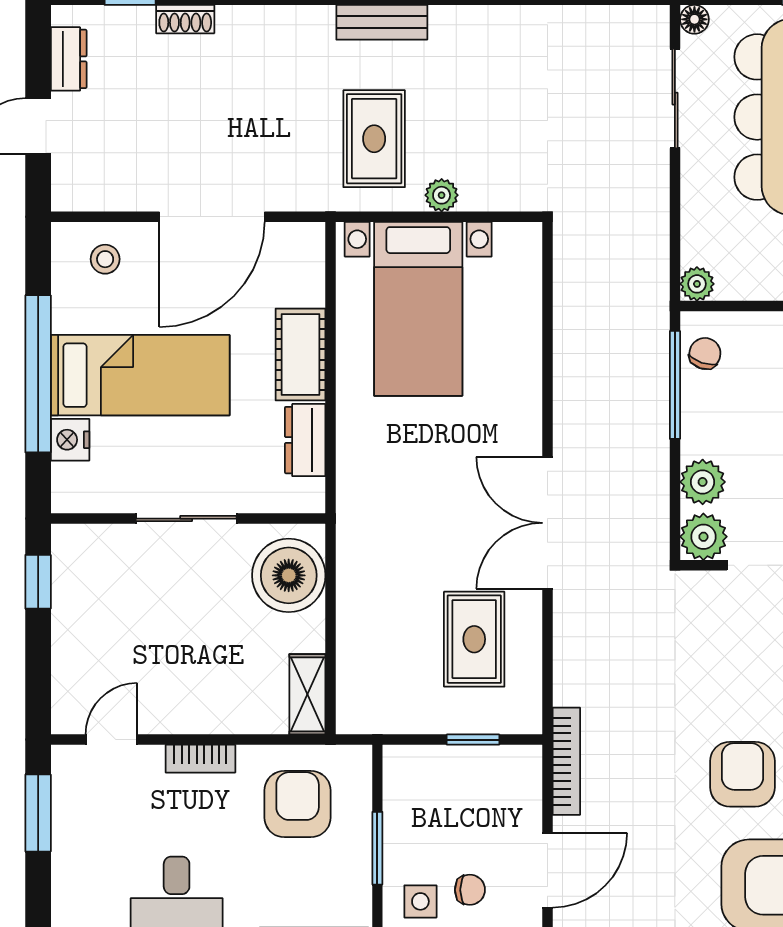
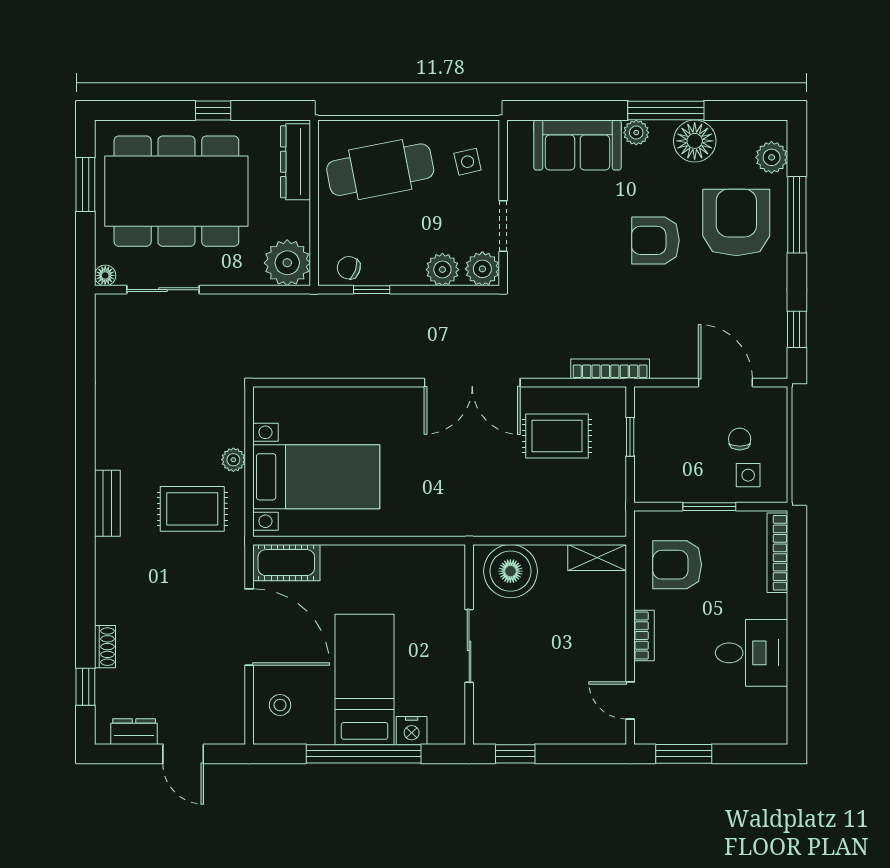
plant: (697, 284) -> (287, 263), width x1.87, depth x1.87
cot: (301, 355) -> (286, 563), moved
window: (675, 385) -> (372, 290), width x0.46
dresser: (305, 440) -> (412, 559), removed
bookcase: (566, 761) -> (610, 369), moved

